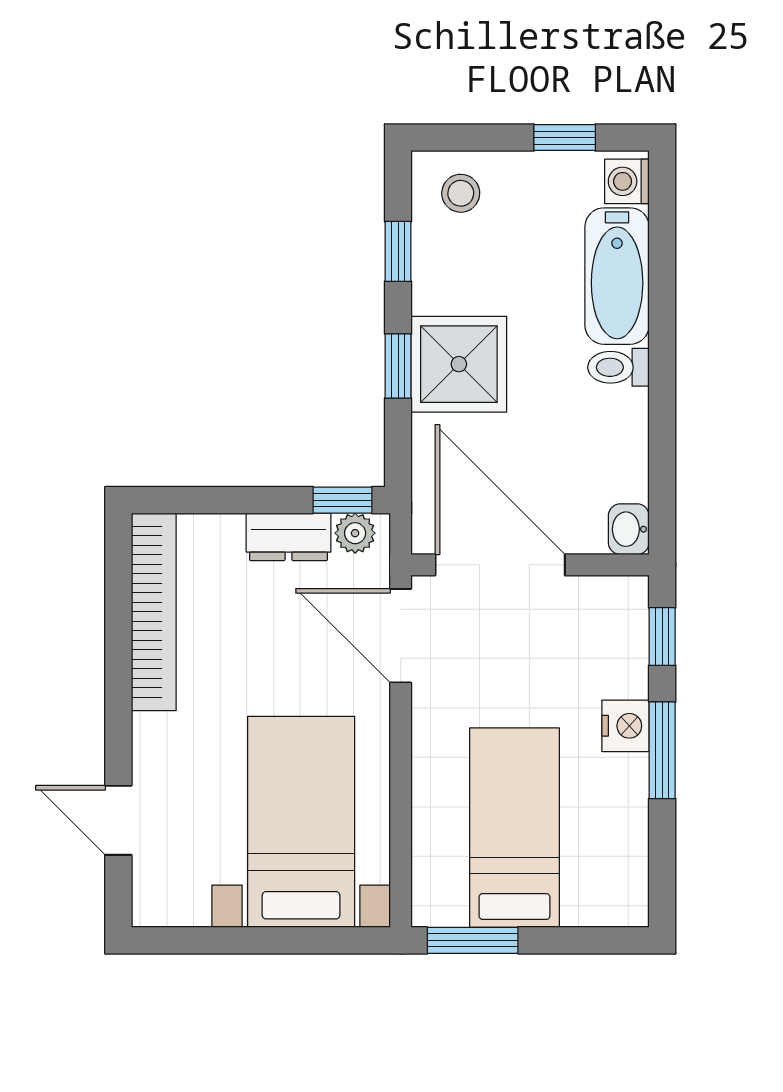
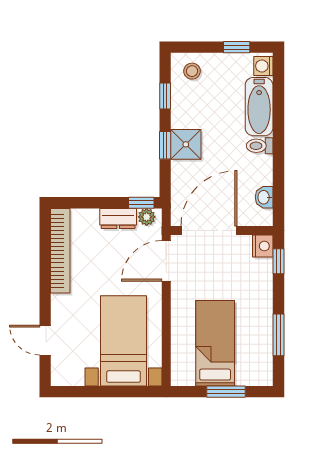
shower: (459, 364) -> (186, 144), width x0.73, depth x0.73
washbasin: (629, 529) -> (264, 197), moved
door: (500, 565) -> (209, 231), hinge flipped
door: (401, 636) -> (166, 261), hinge flipped
nightstand: (626, 726) -> (263, 246), moved
window: (662, 750) -> (278, 335), moved
window: (473, 940) -> (226, 392), moved

